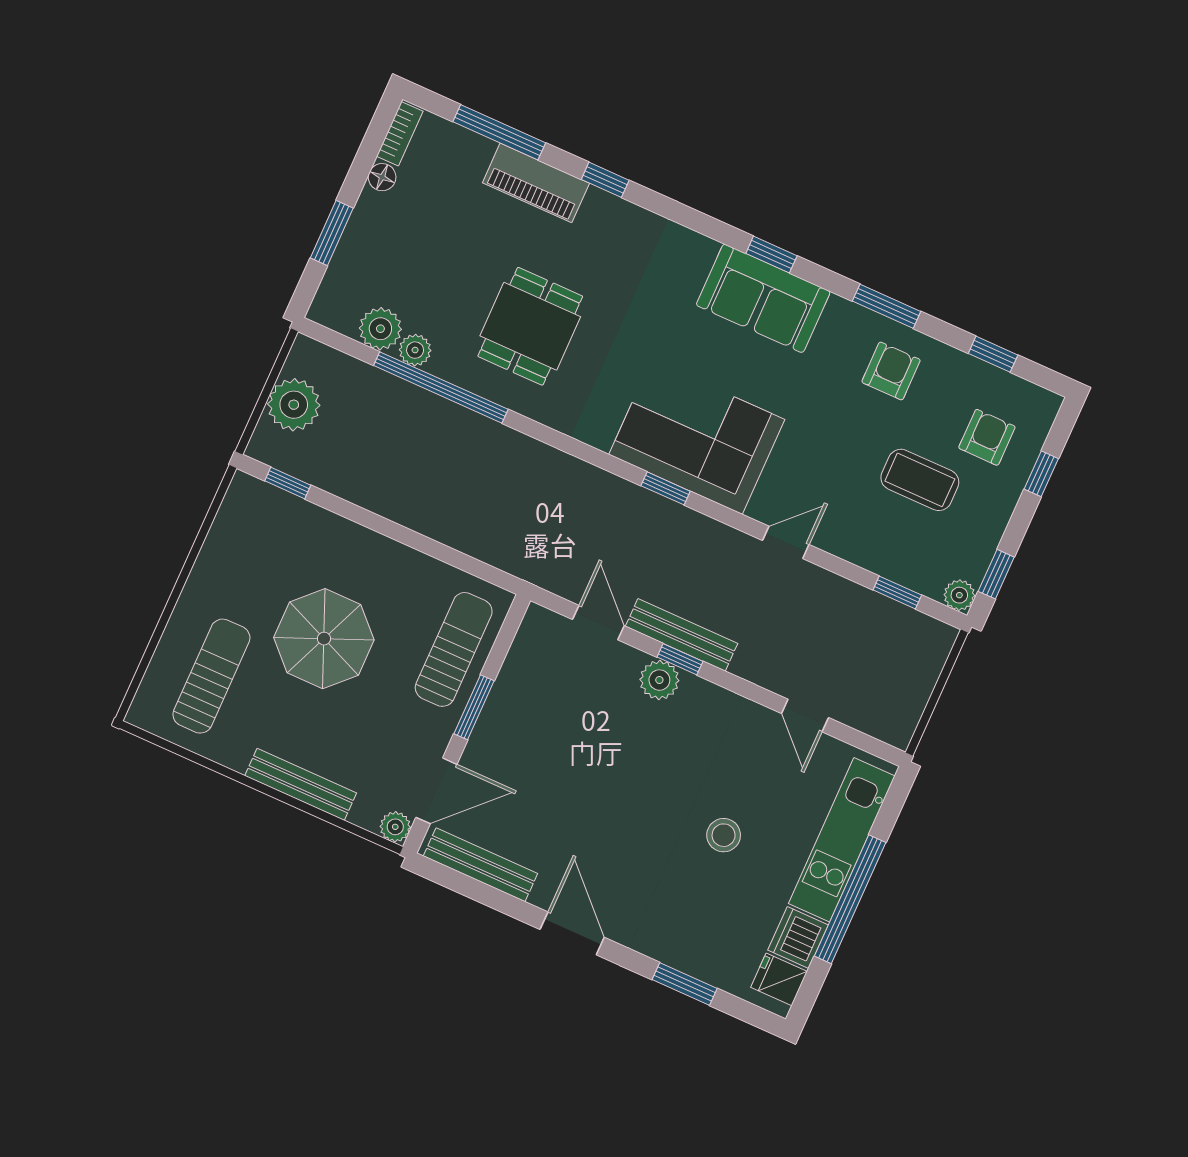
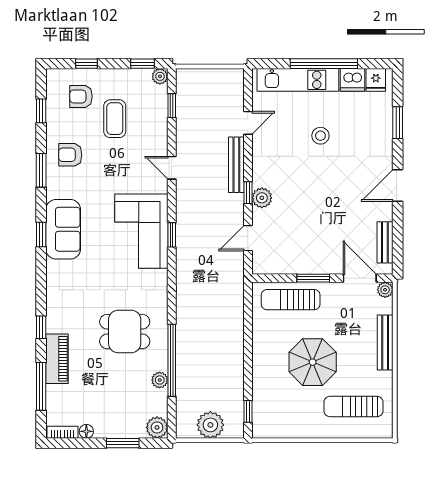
plant: (380, 329) -> (157, 427), moved
bench: (682, 635) -> (236, 165), moved
bench: (480, 865) -> (385, 242), width x0.73

